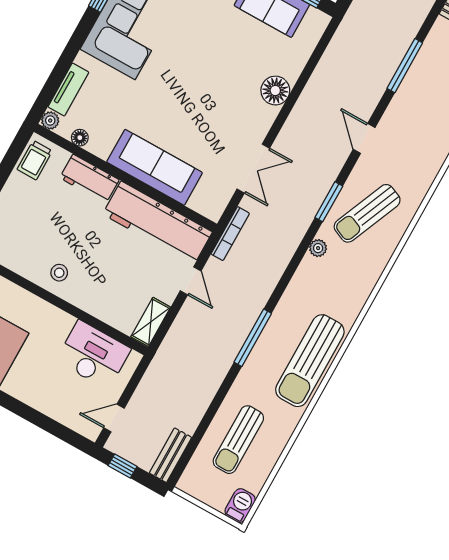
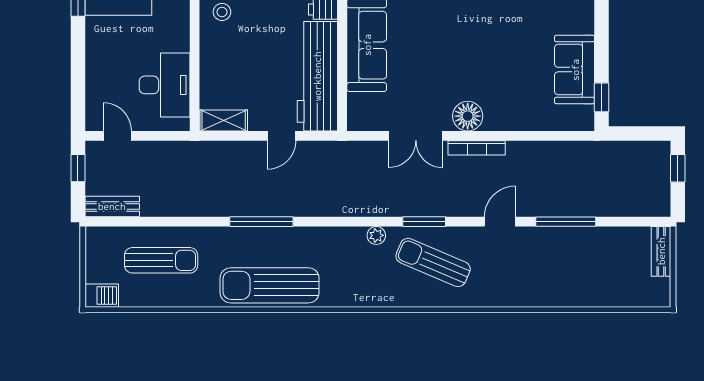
window: (405, 66) -> (566, 222), moved
floor lamp: (275, 91) -> (468, 116), moved
bookcase: (230, 234) -> (477, 148), moved
sun lounger: (238, 440) -> (161, 260), turned 180

